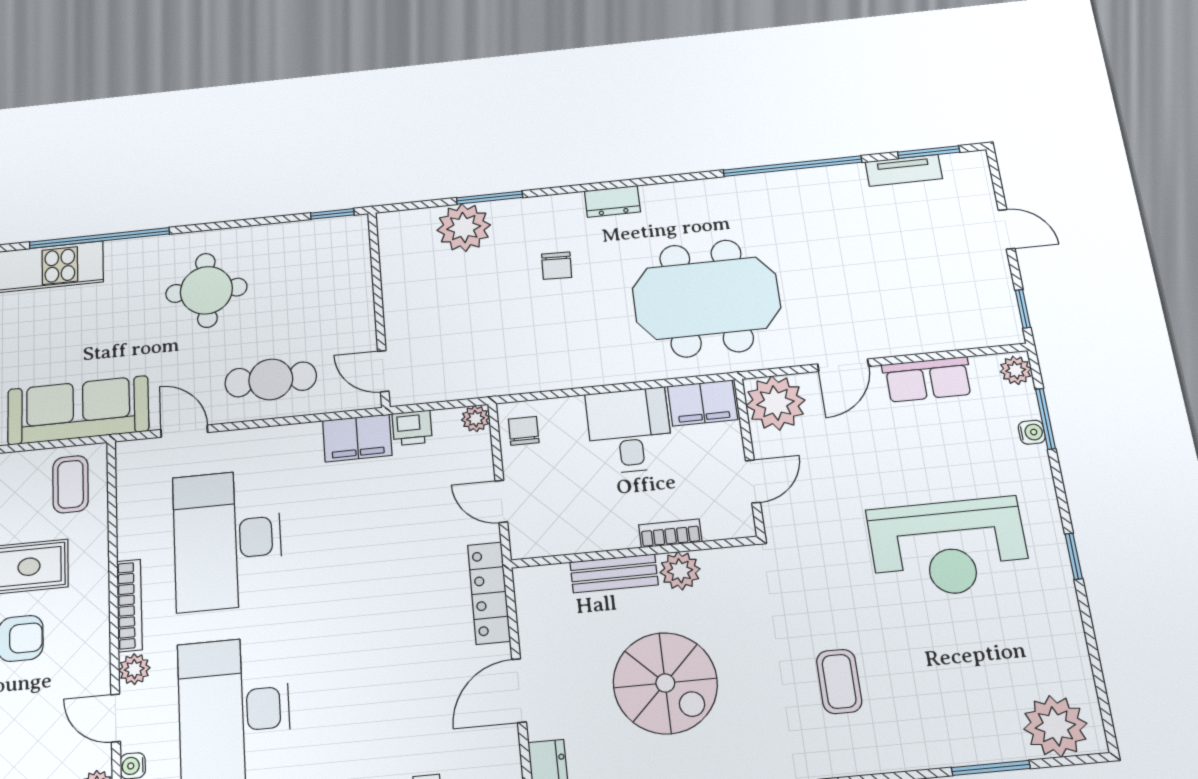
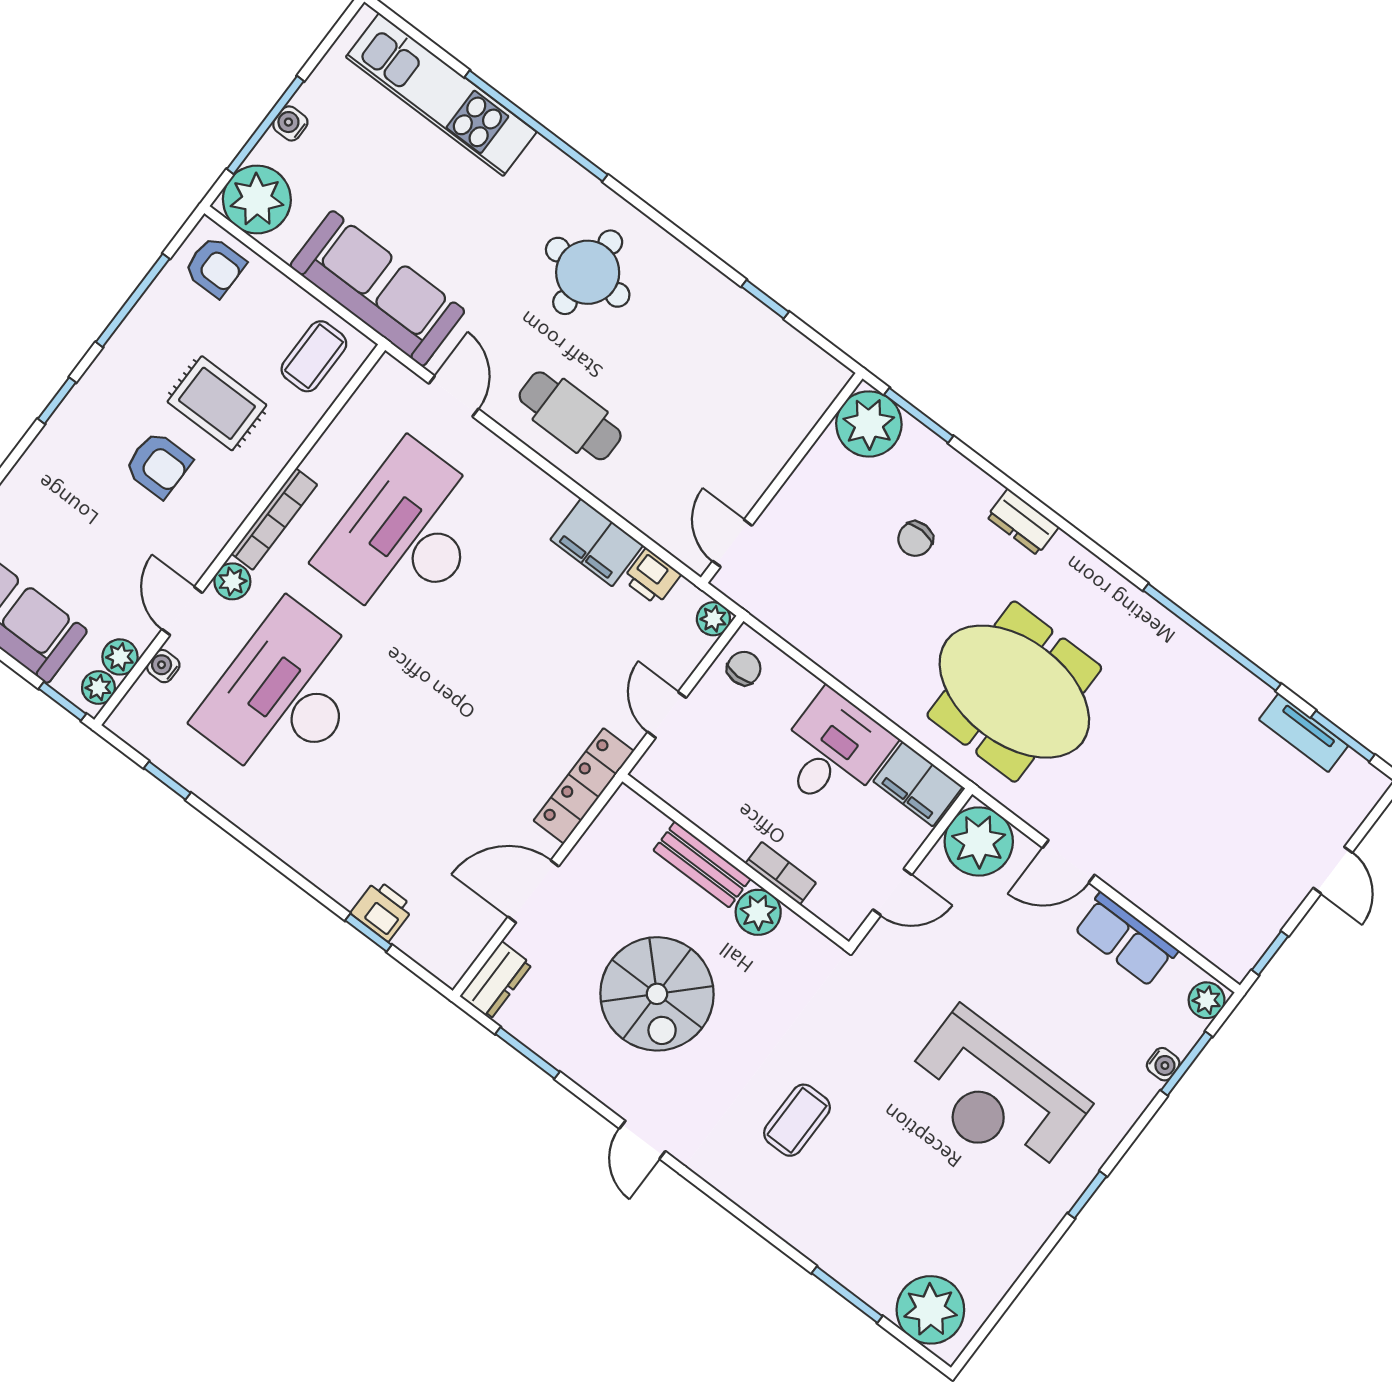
wall: (379, 308) -> (782, 478), moved
door: (383, 371) -> (732, 543), moved

